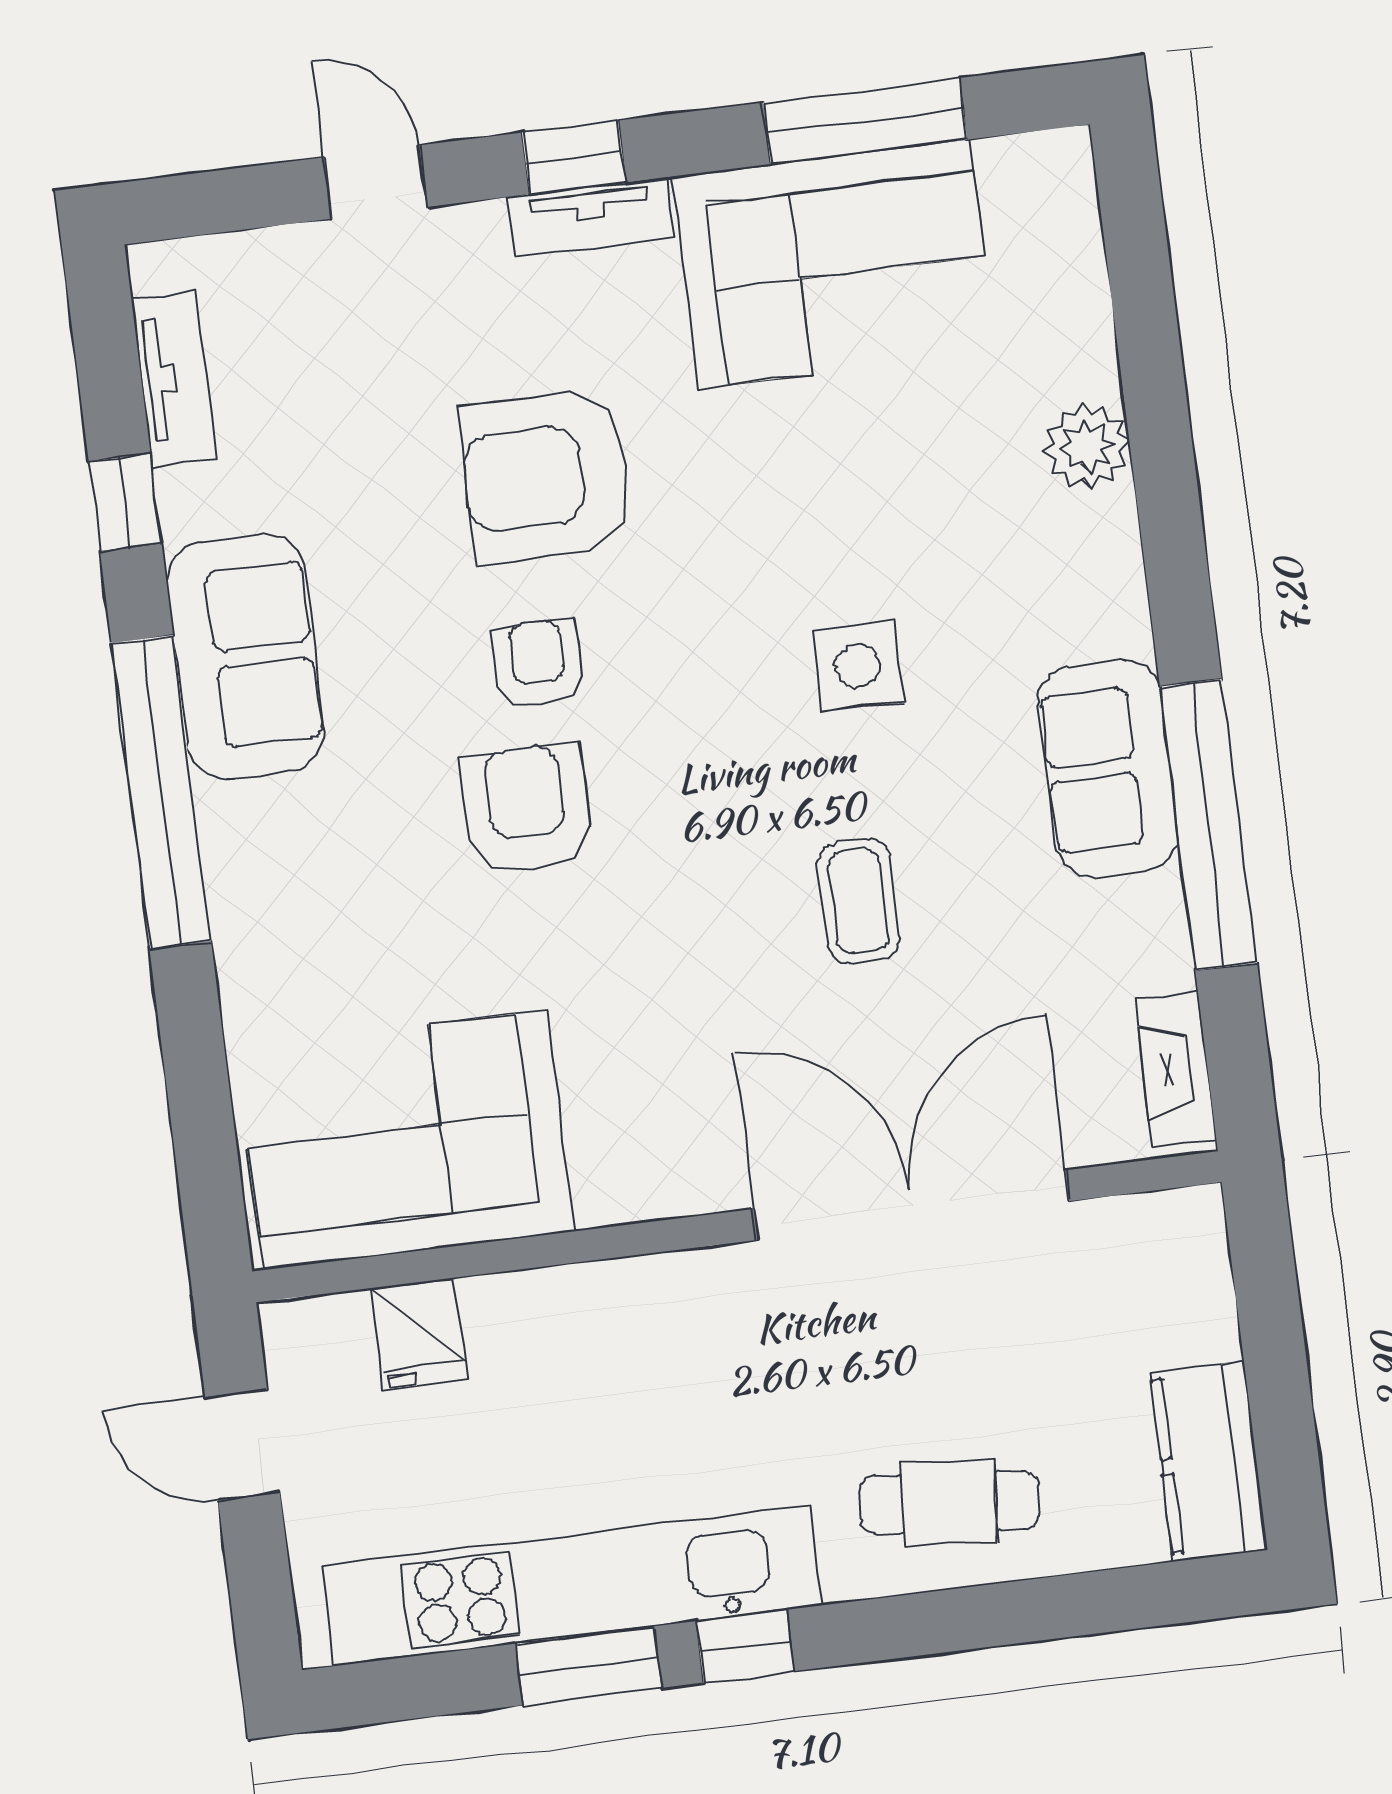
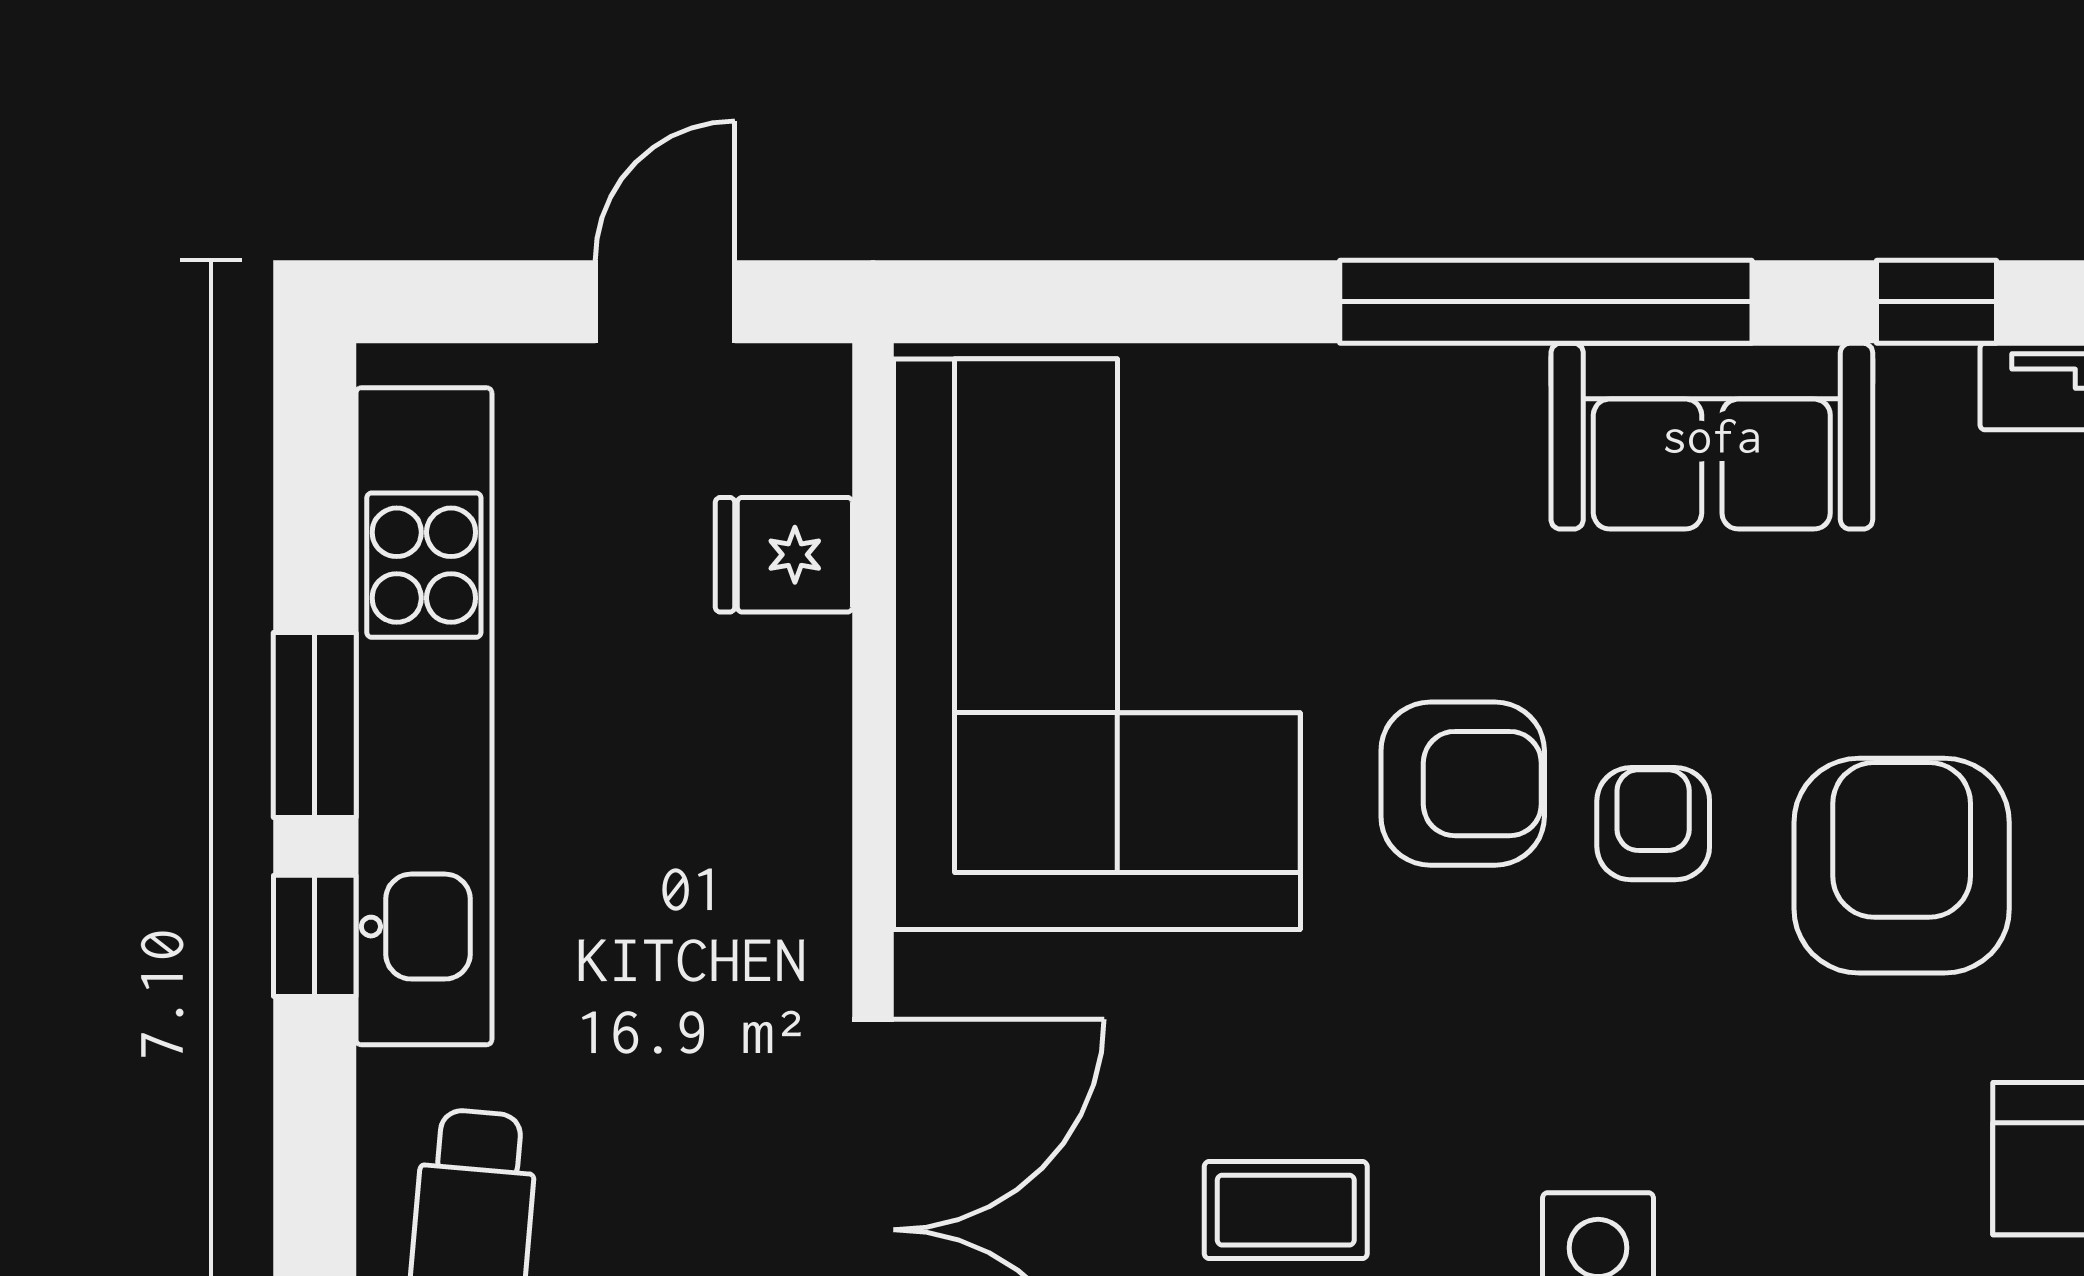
armchair: (538, 664) -> (1653, 824), turned -90
corner sofa: (405, 1140) -> (1097, 644), width x1.36, depth x1.36

